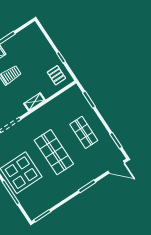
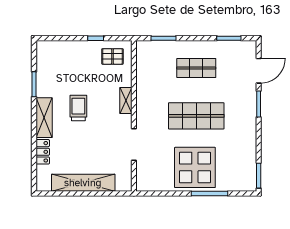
door: (116, 167) -> (259, 71), moved

